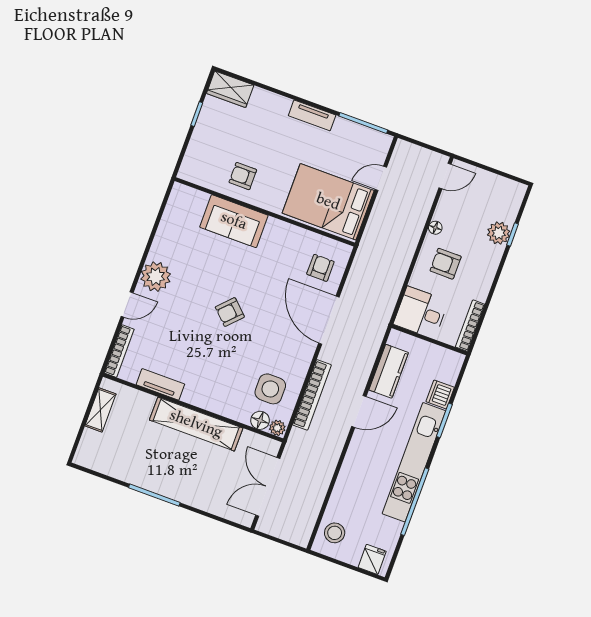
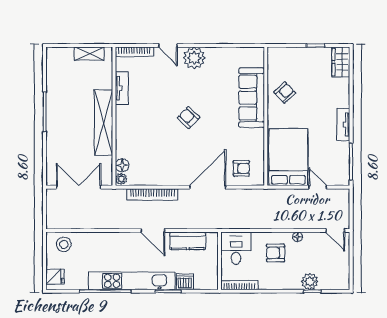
armchair: (243, 176) -> (285, 92), turned 47
sofa: (234, 221) -> (252, 98), width x1.36
armchair: (446, 264) -> (276, 253), turned -90
side table: (270, 389) -> (146, 164), removed

